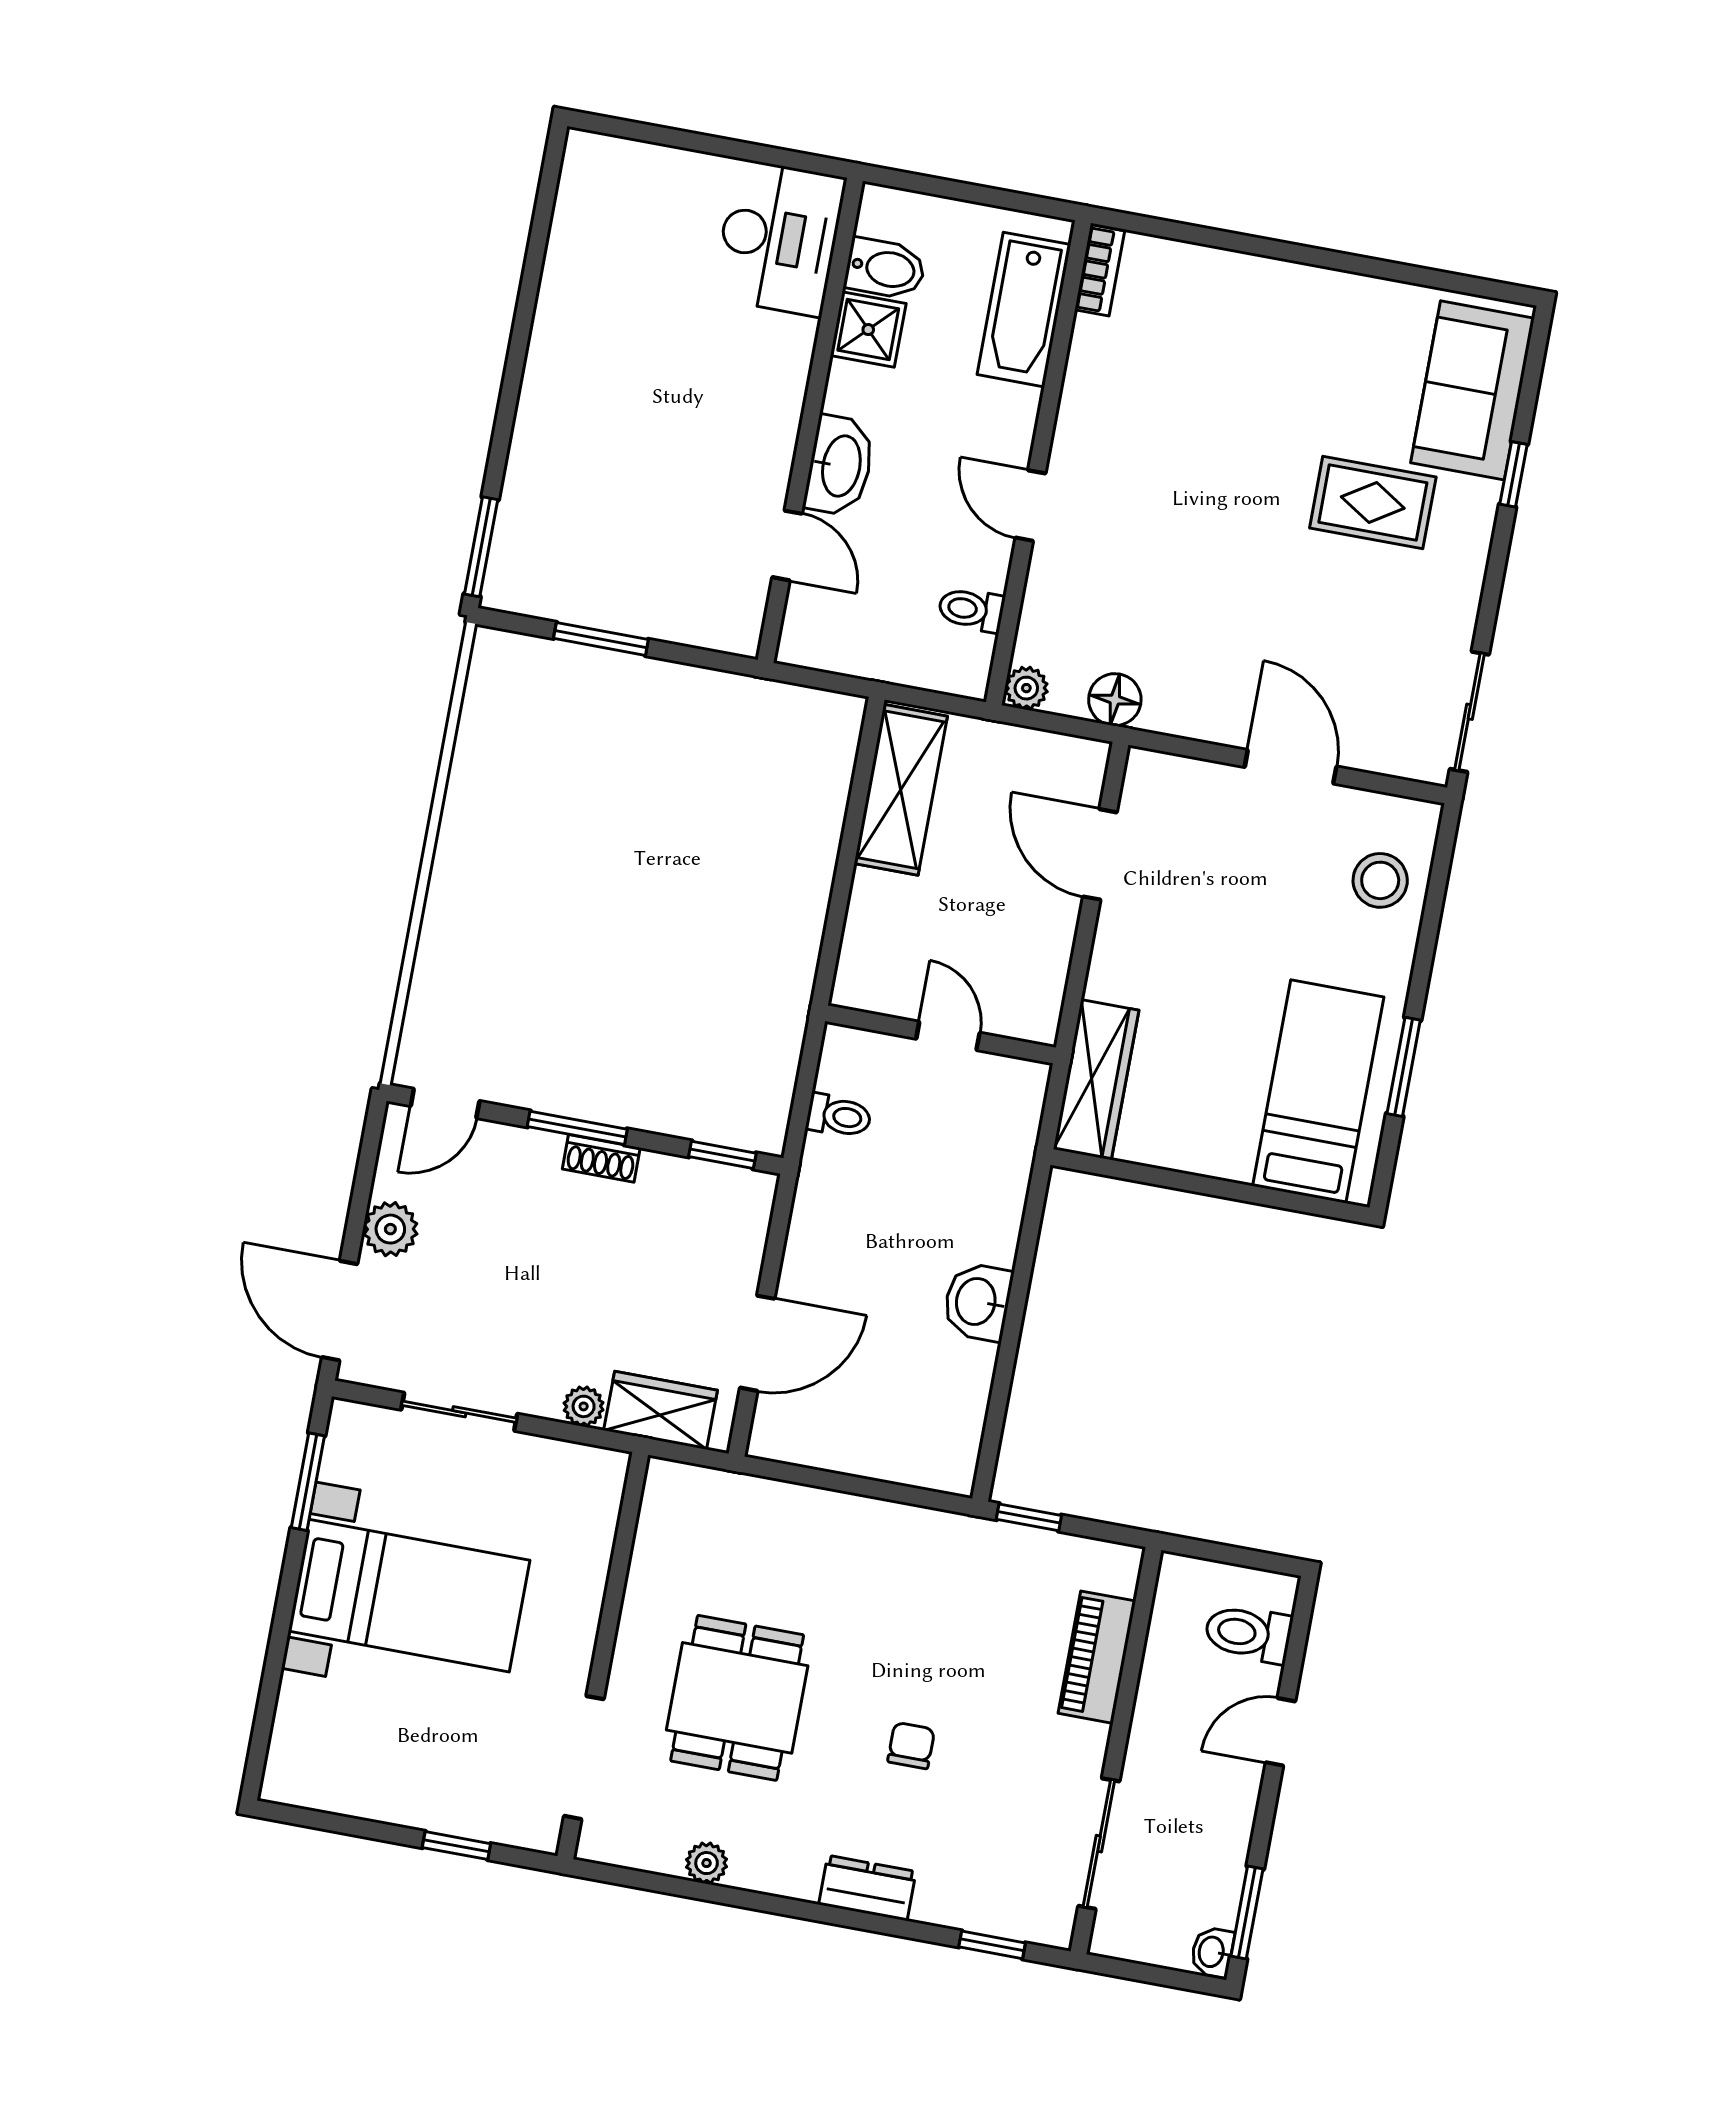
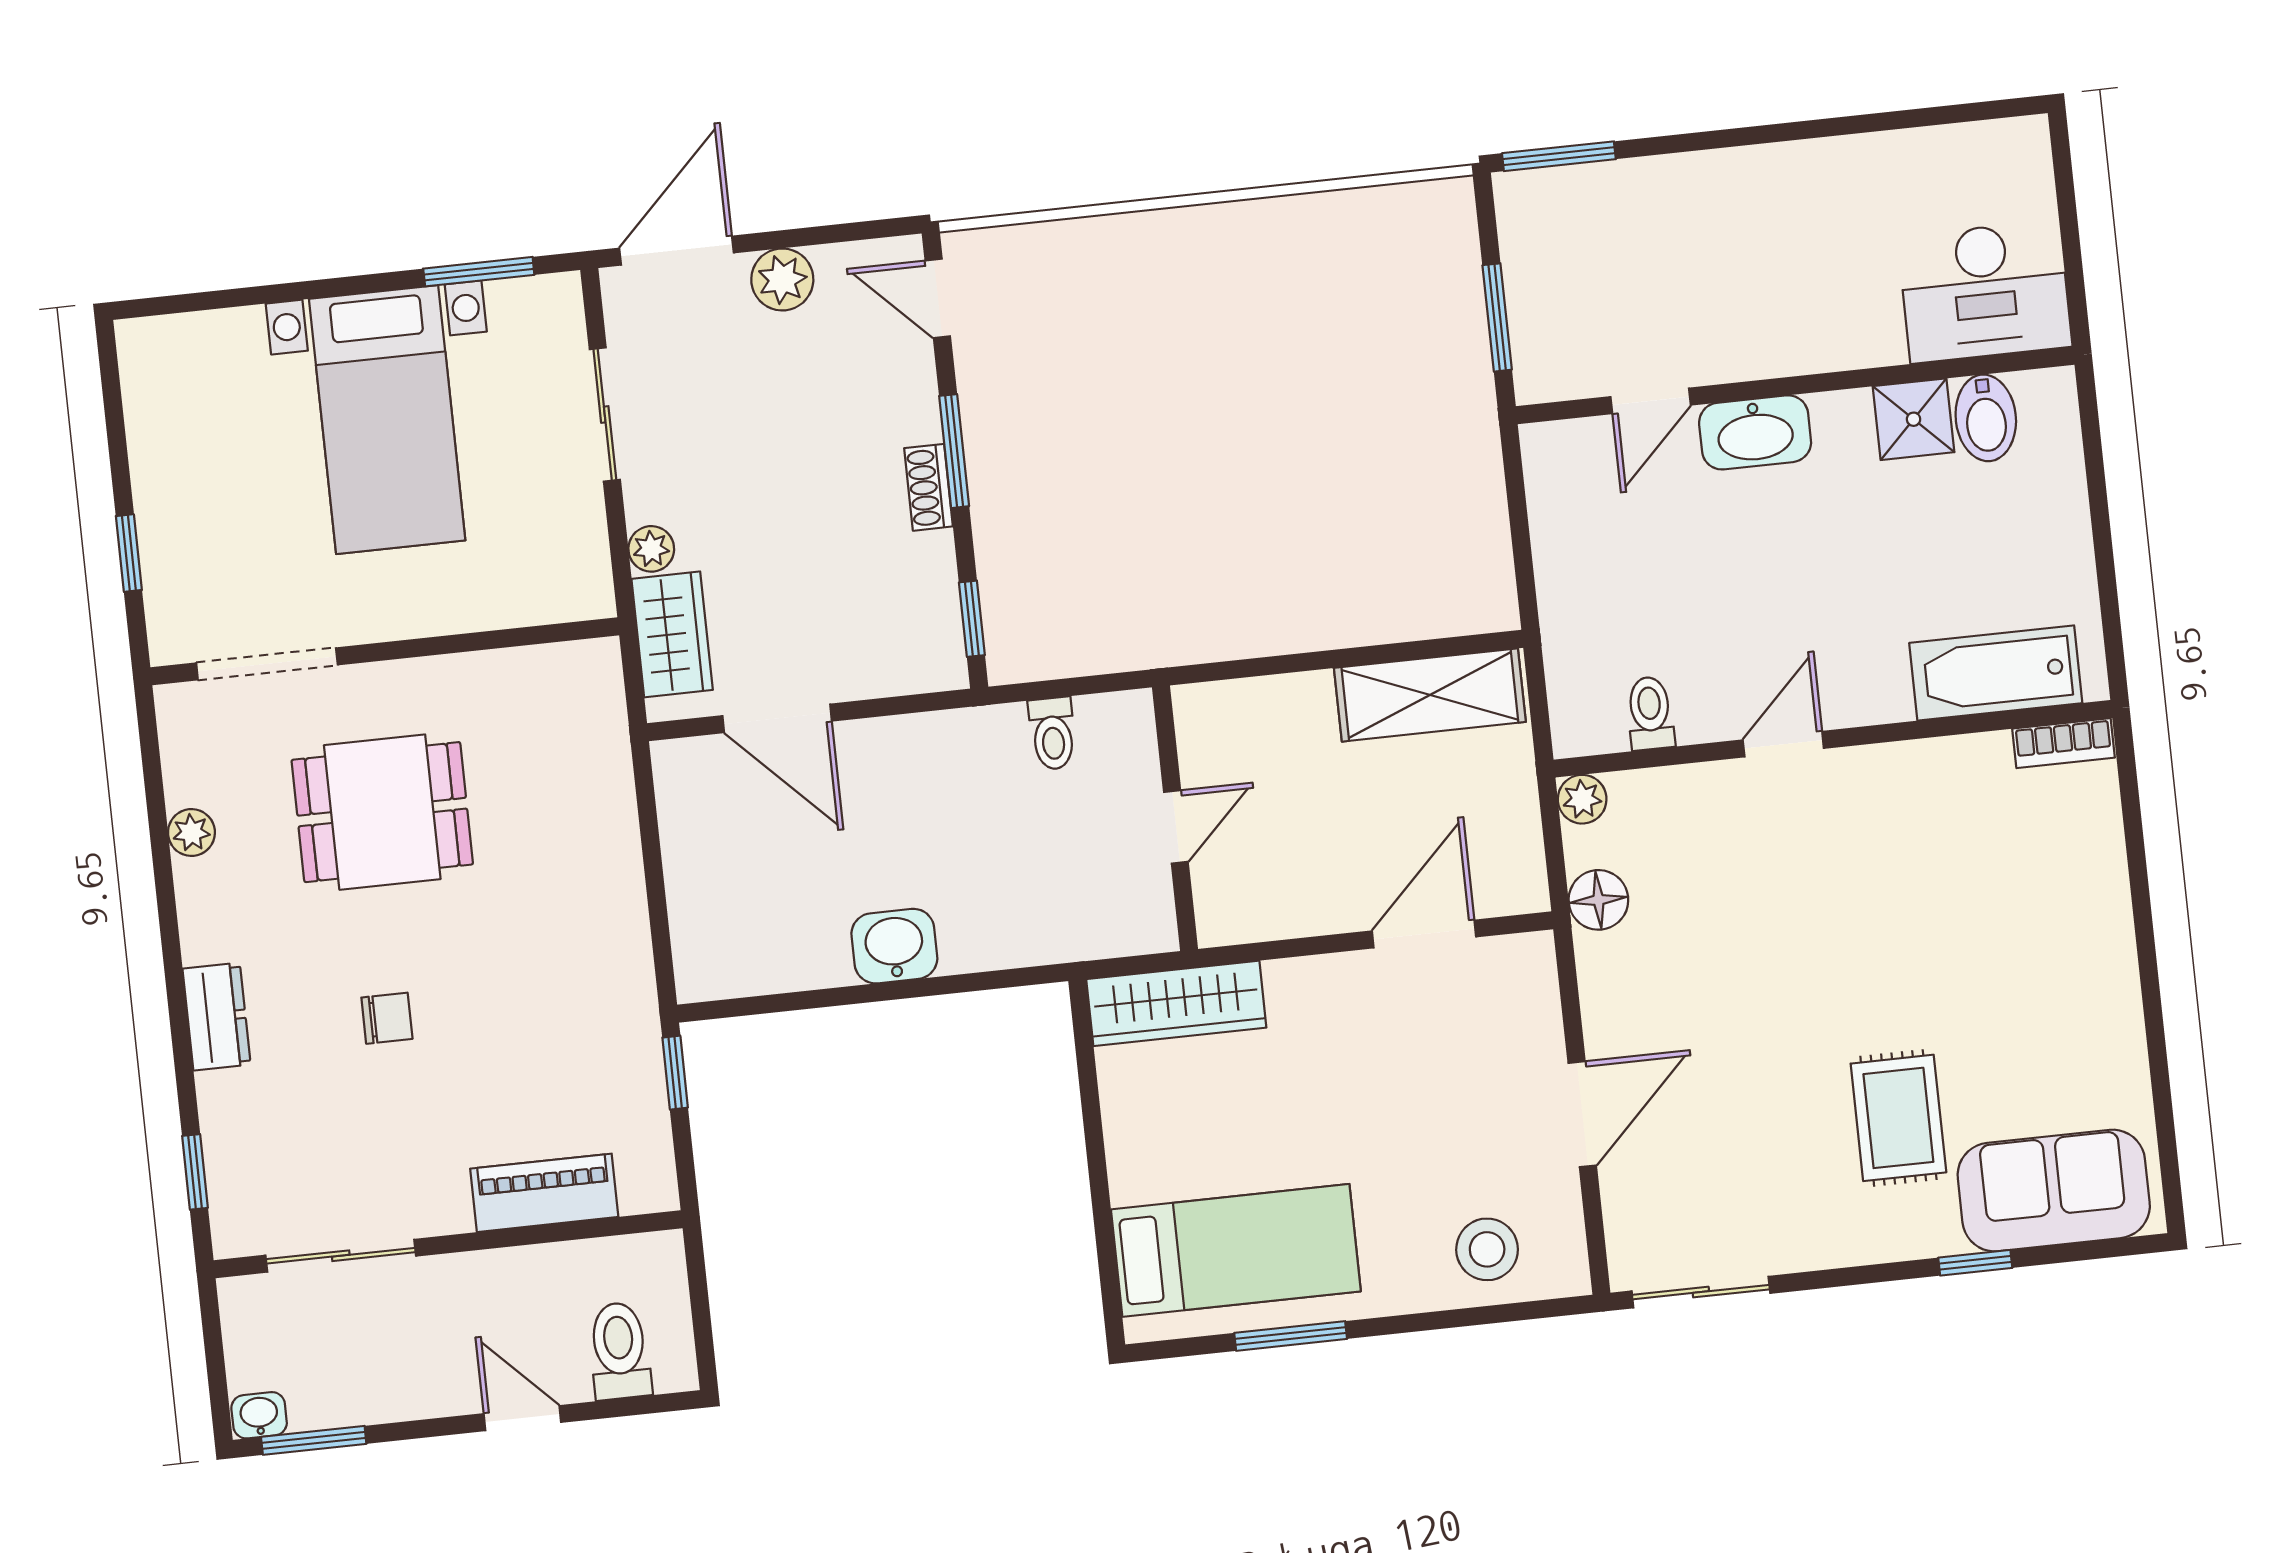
desk: (779, 238) -> (1985, 292), moved
bidet: (885, 269) -> (1986, 418), moved
shower: (868, 330) -> (1913, 419), moved
wall: (810, 420) -> (1795, 385), moved
washbasin: (840, 466) -> (1755, 432), moved
door: (787, 545) -> (1651, 401), moved

